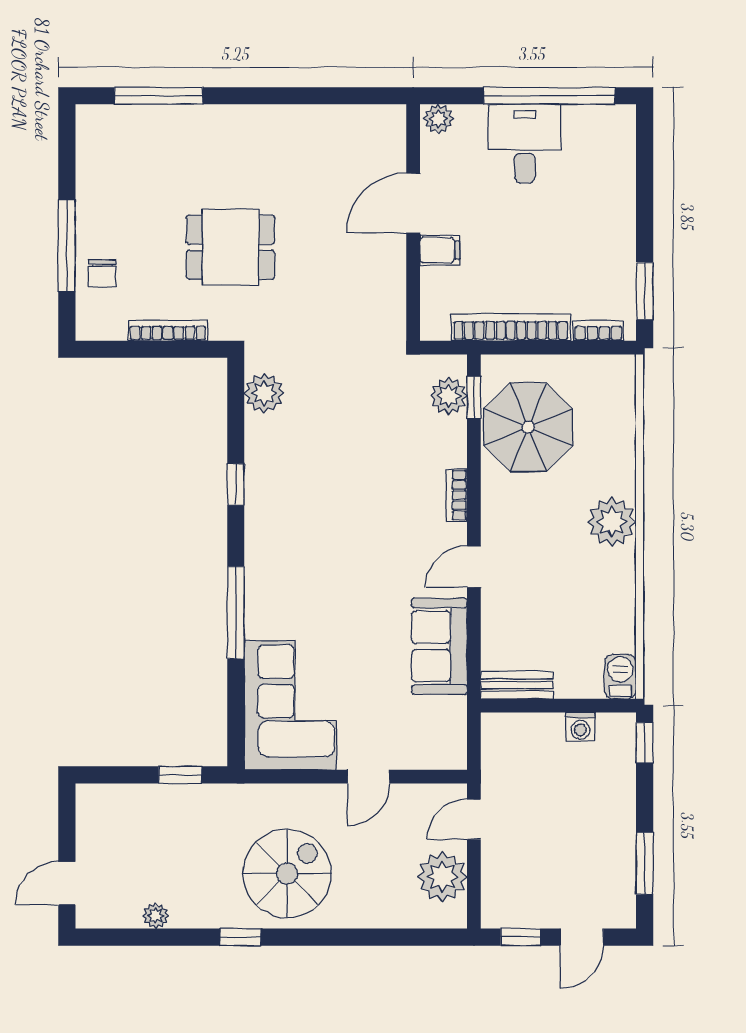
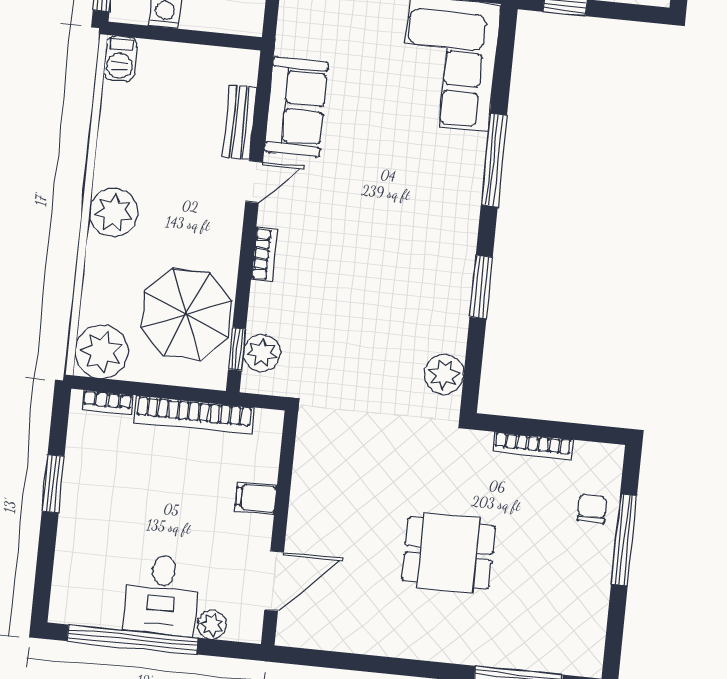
plant: (438, 119) -> (212, 625), moved
door: (413, 203) -> (274, 581), moved
dining table: (231, 247) -> (449, 553), moved
window: (645, 291) -> (53, 484), moved
plant: (609, 381) -> (102, 352), added
window: (236, 484) -> (481, 287), width x1.50
bench: (517, 685) -> (240, 122), moved, turned 90

